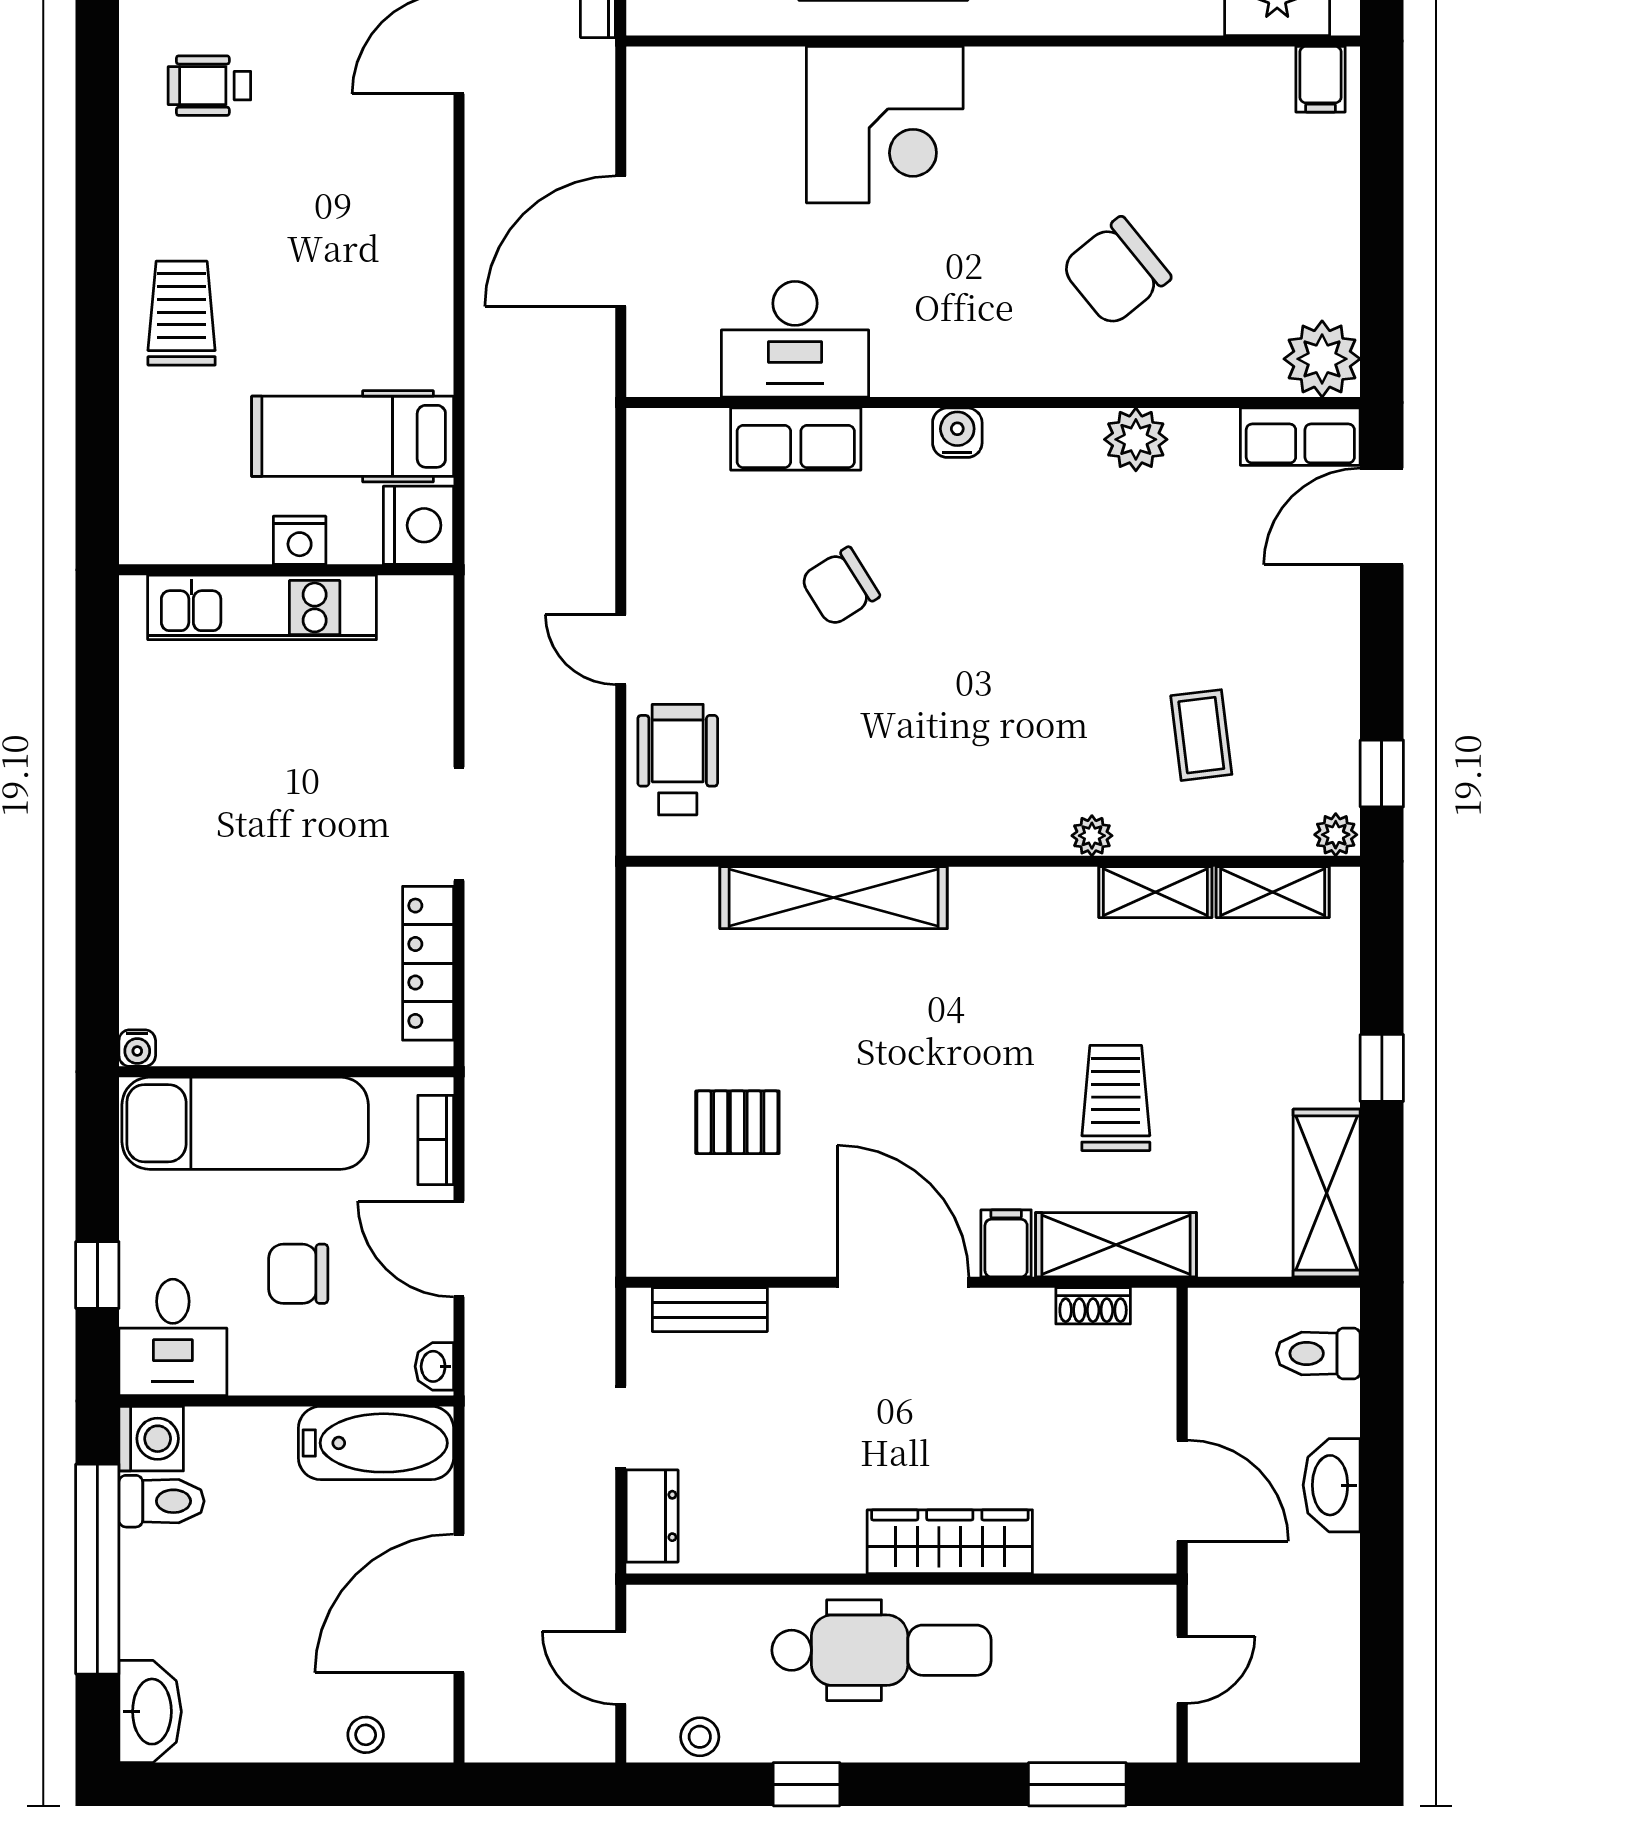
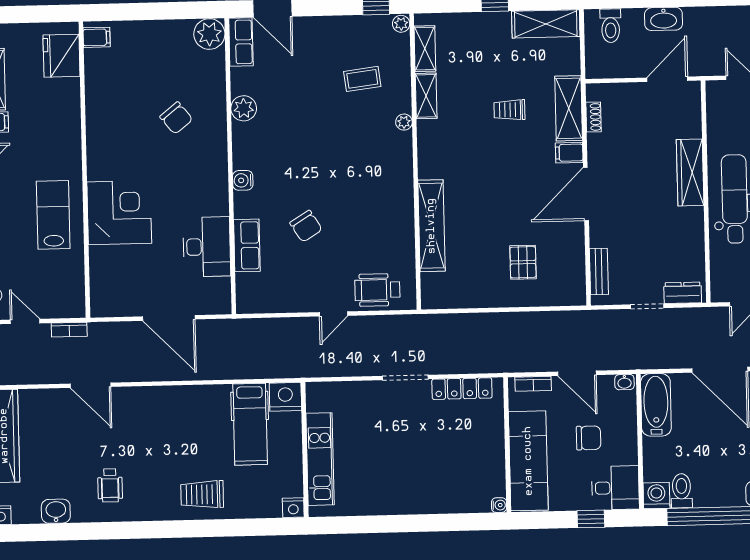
chair: (1116, 272) -> (176, 118), width x0.73, depth x0.73
nightstand: (300, 540) -> (293, 508), moved, turned 90
trolley: (1116, 1098) -> (509, 110), width x0.73, depth x0.72
door: (459, 1249) -> (577, 373), hinge flipped
chair: (298, 1274) -> (588, 438), turned -90

